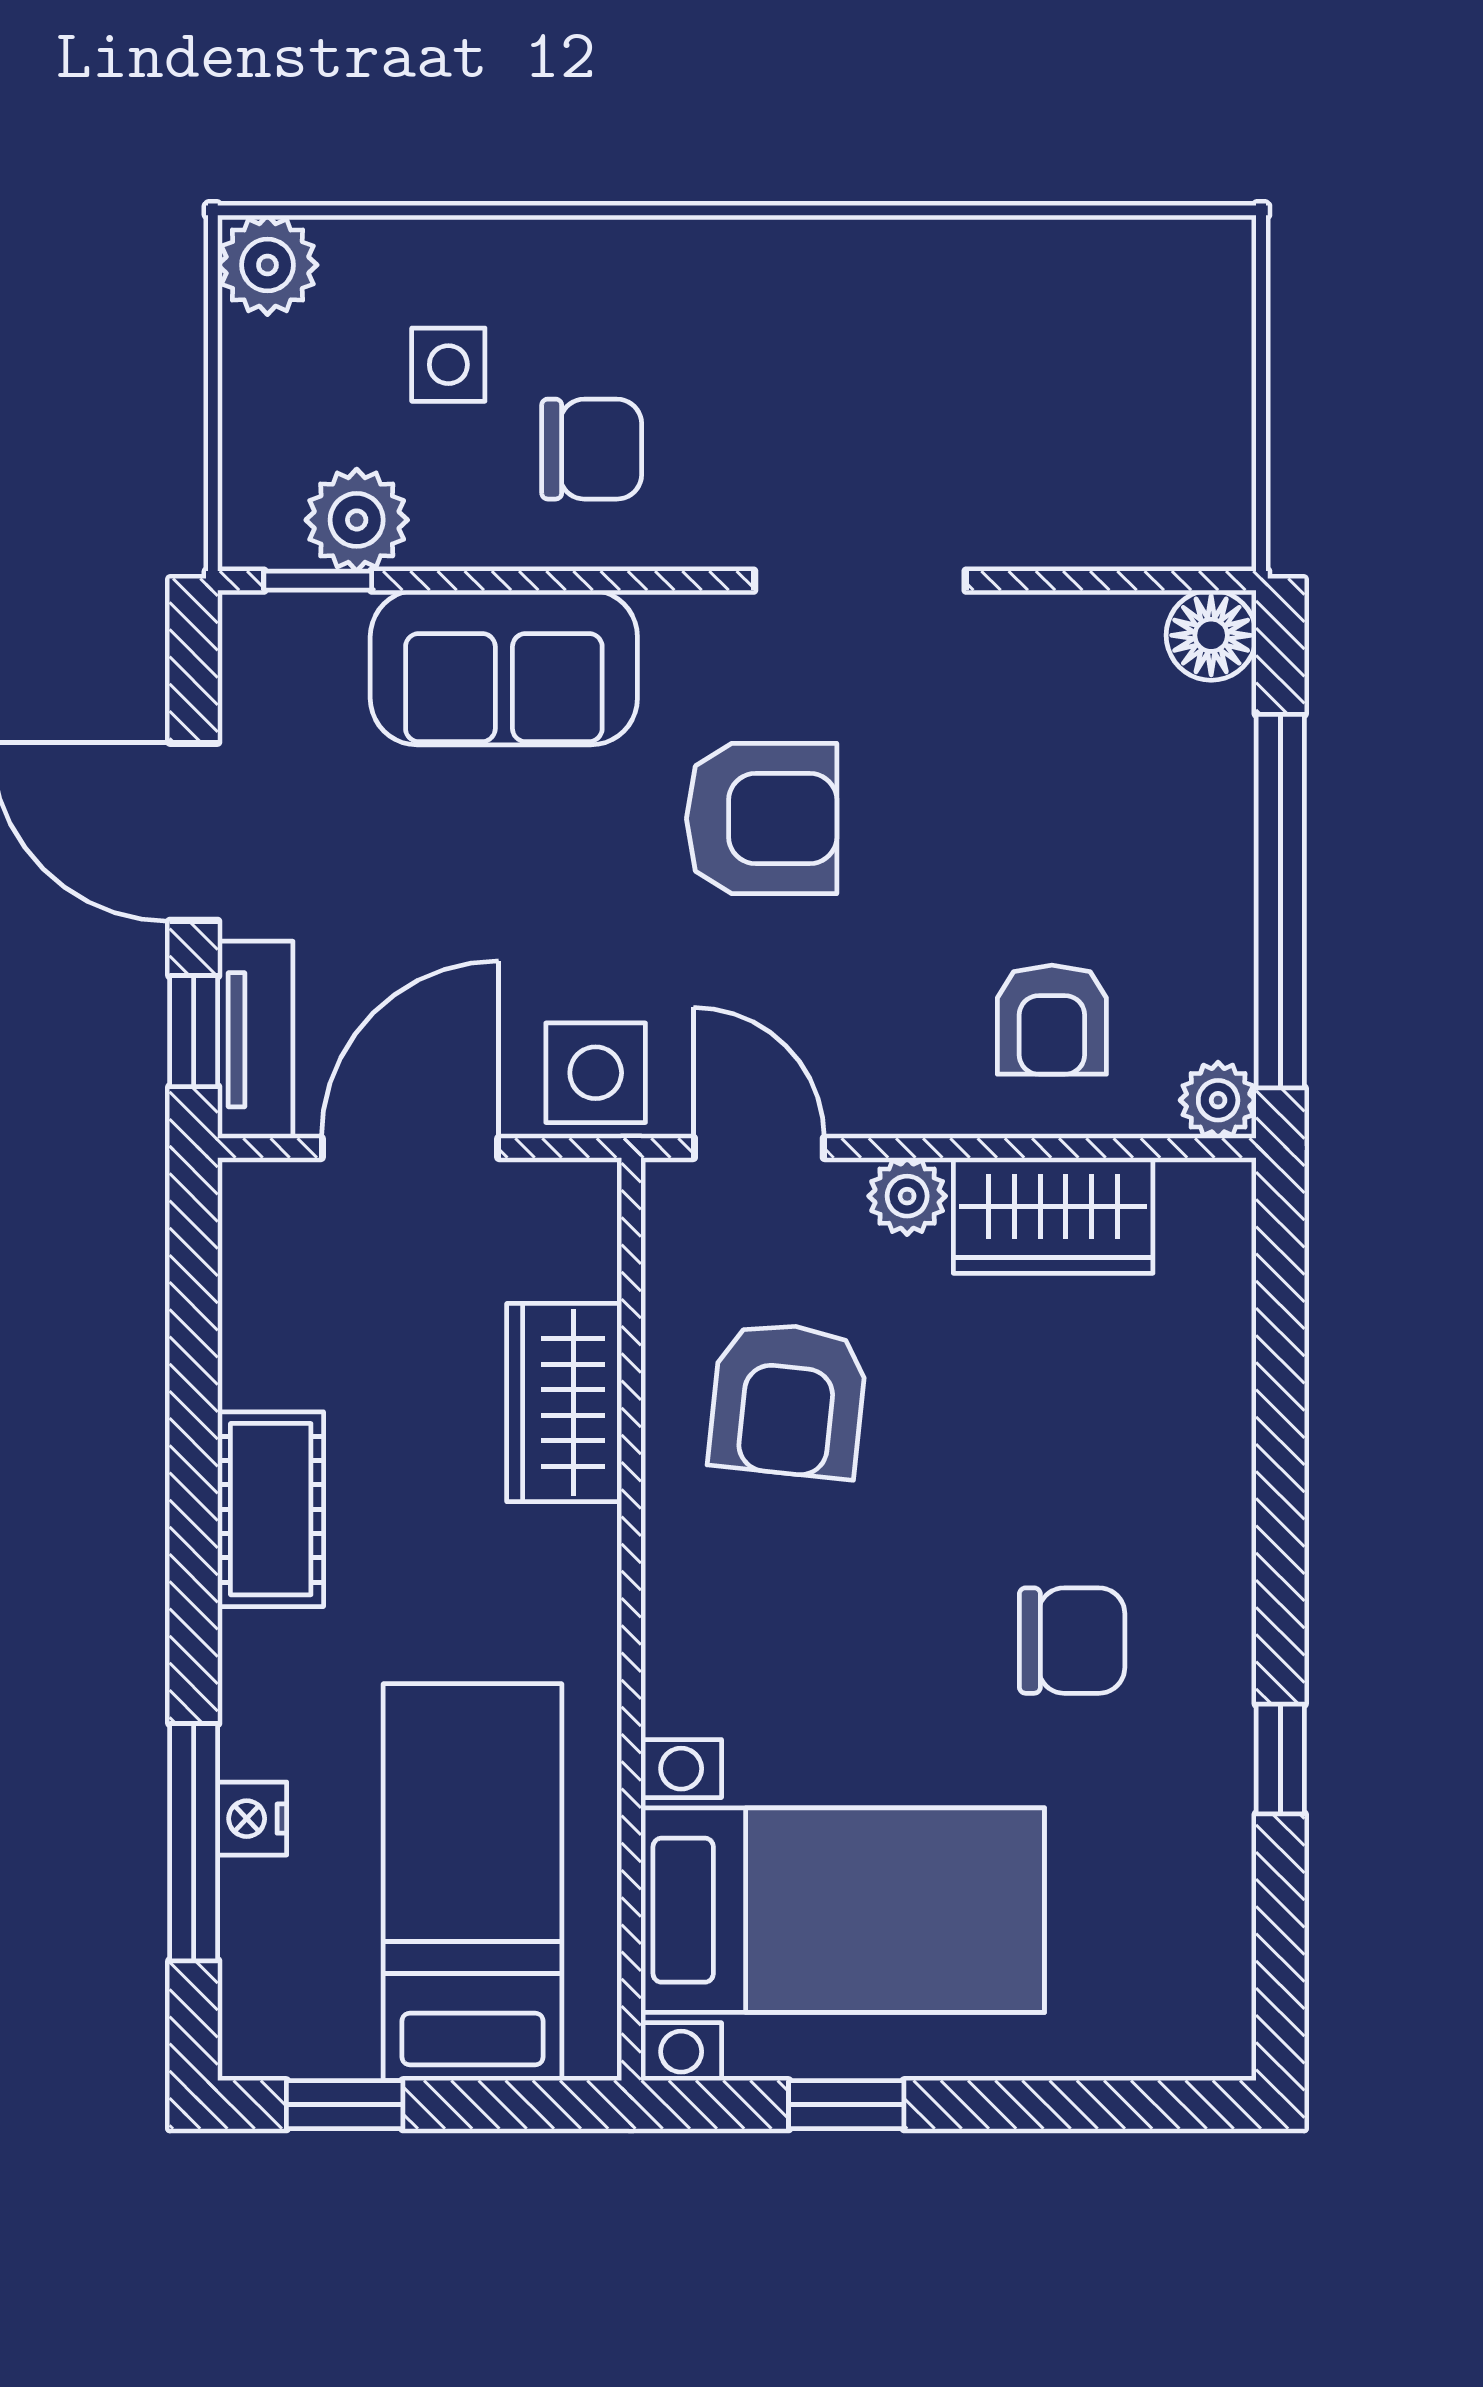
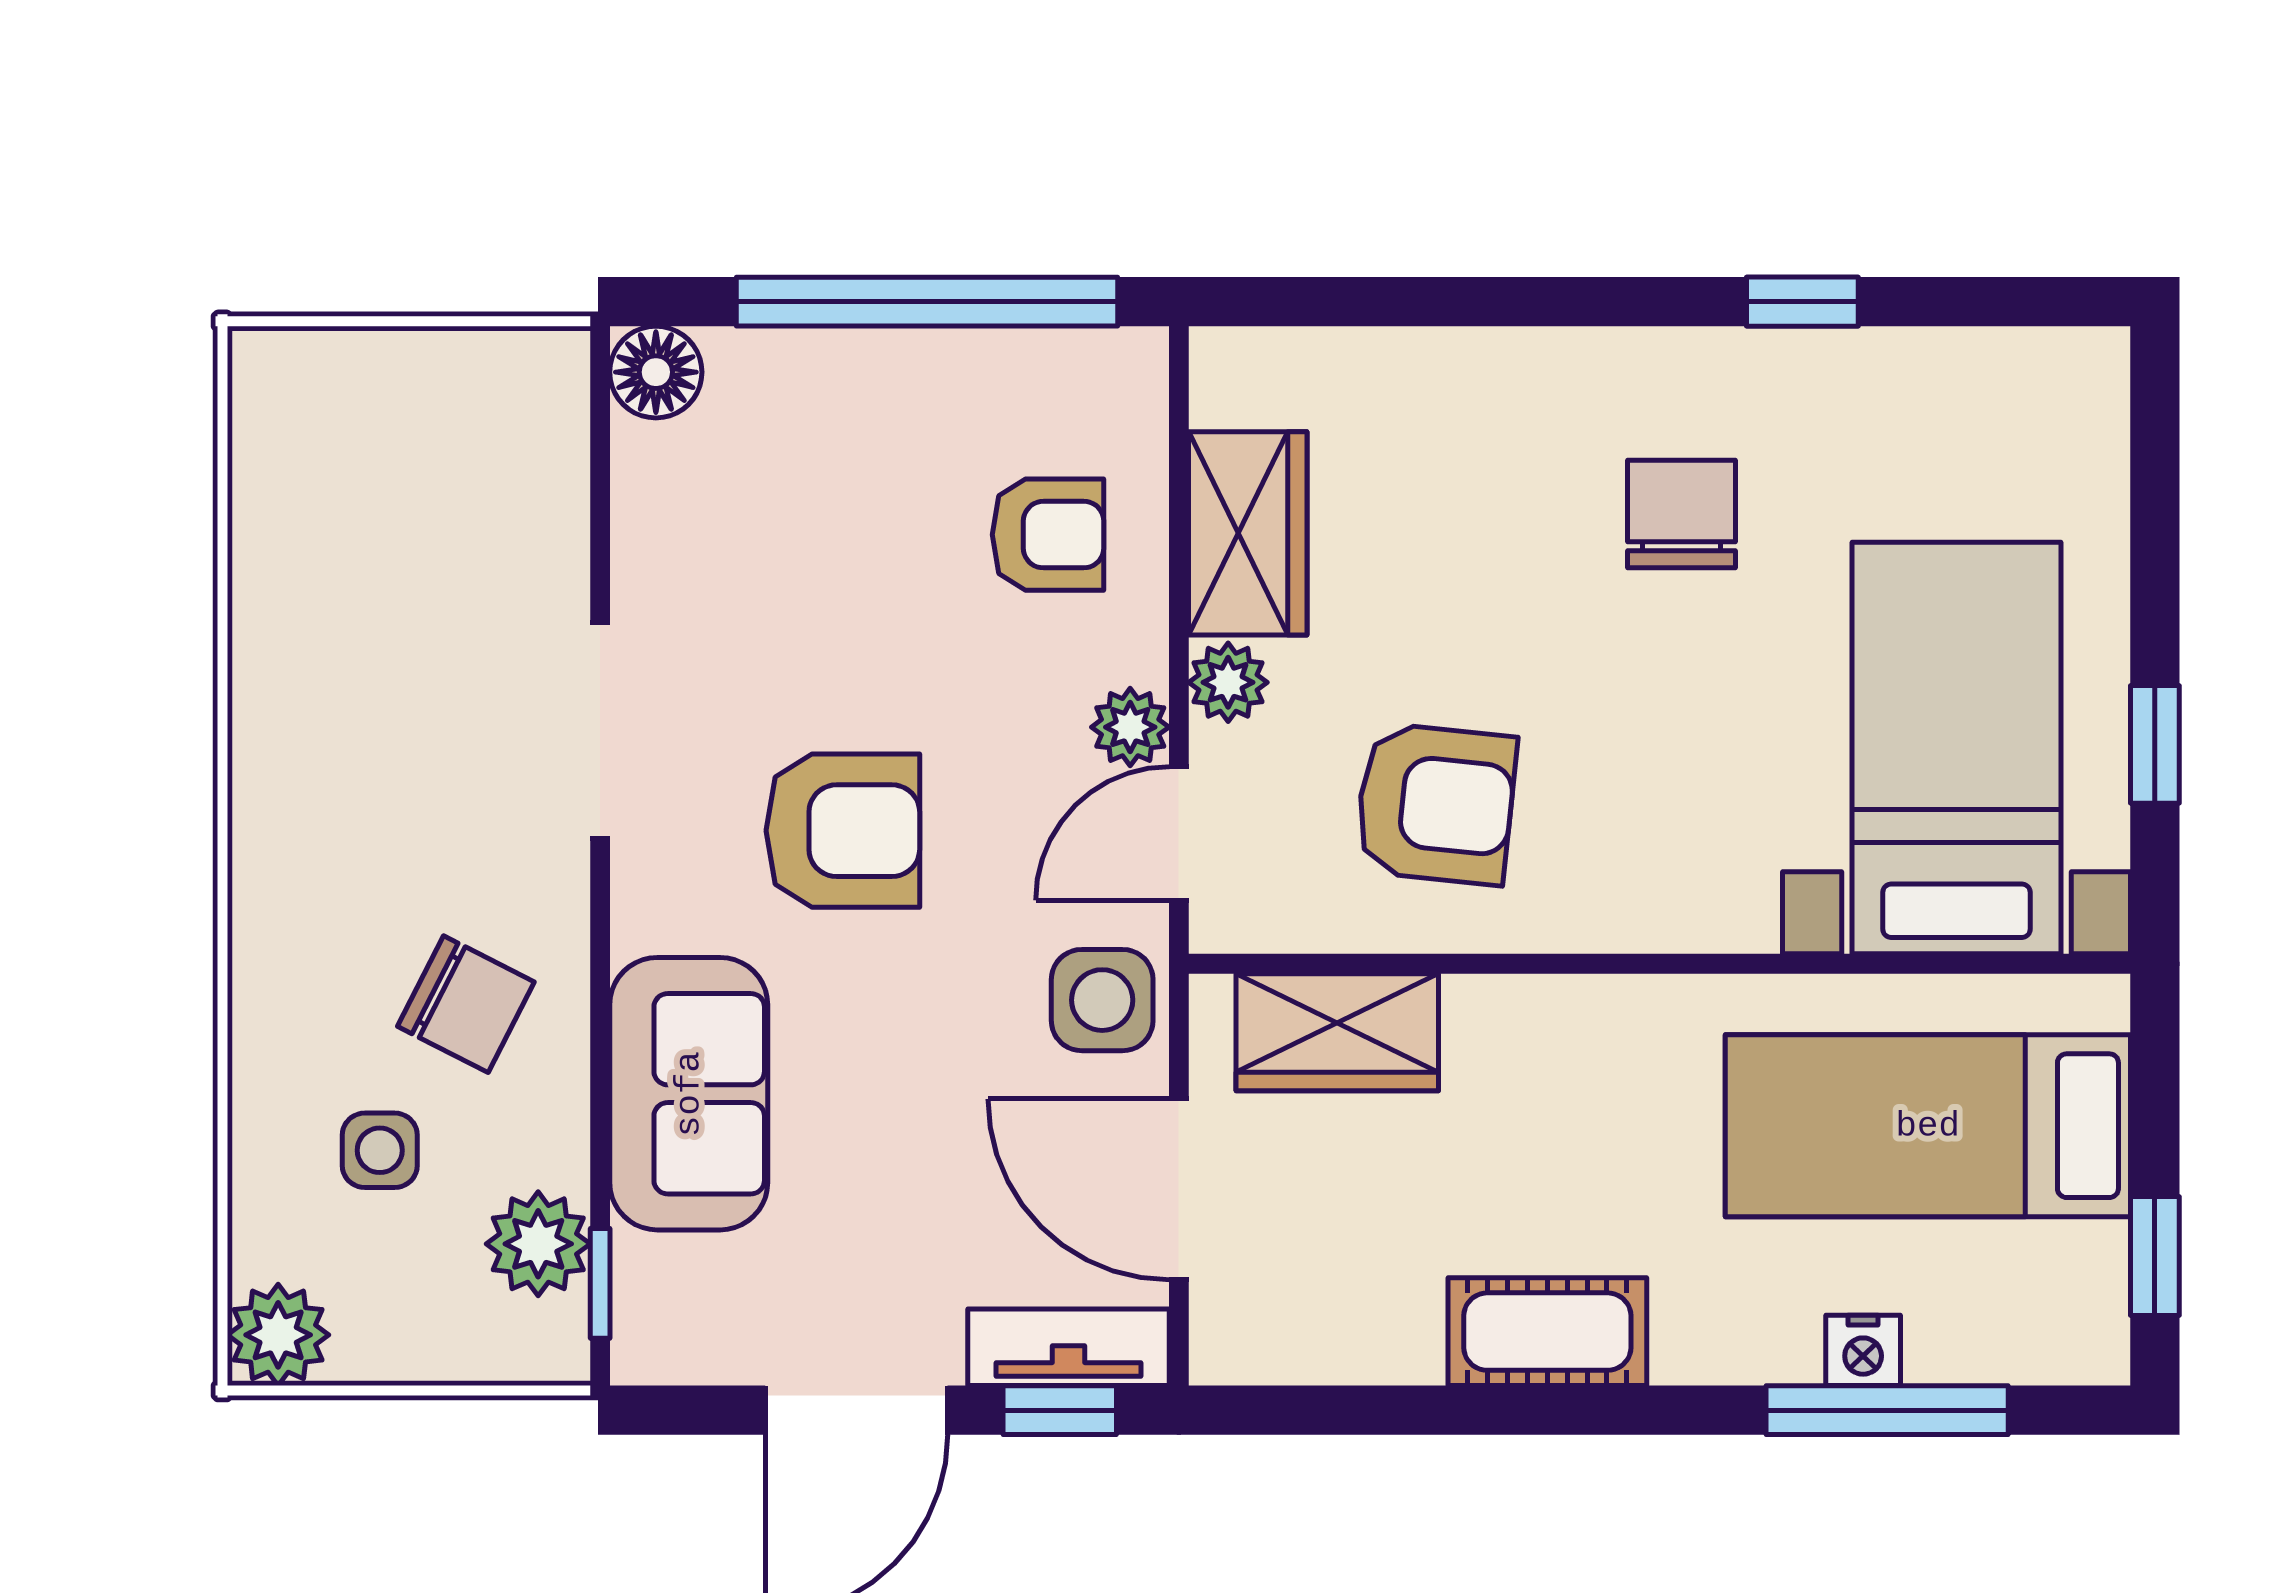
chair: (592, 449) -> (466, 1004), turned 117
armchair: (762, 819) -> (843, 831), turned 90
plant: (1218, 1100) -> (1130, 727), moved
wardrobe: (564, 1403) -> (1337, 1032), moved

